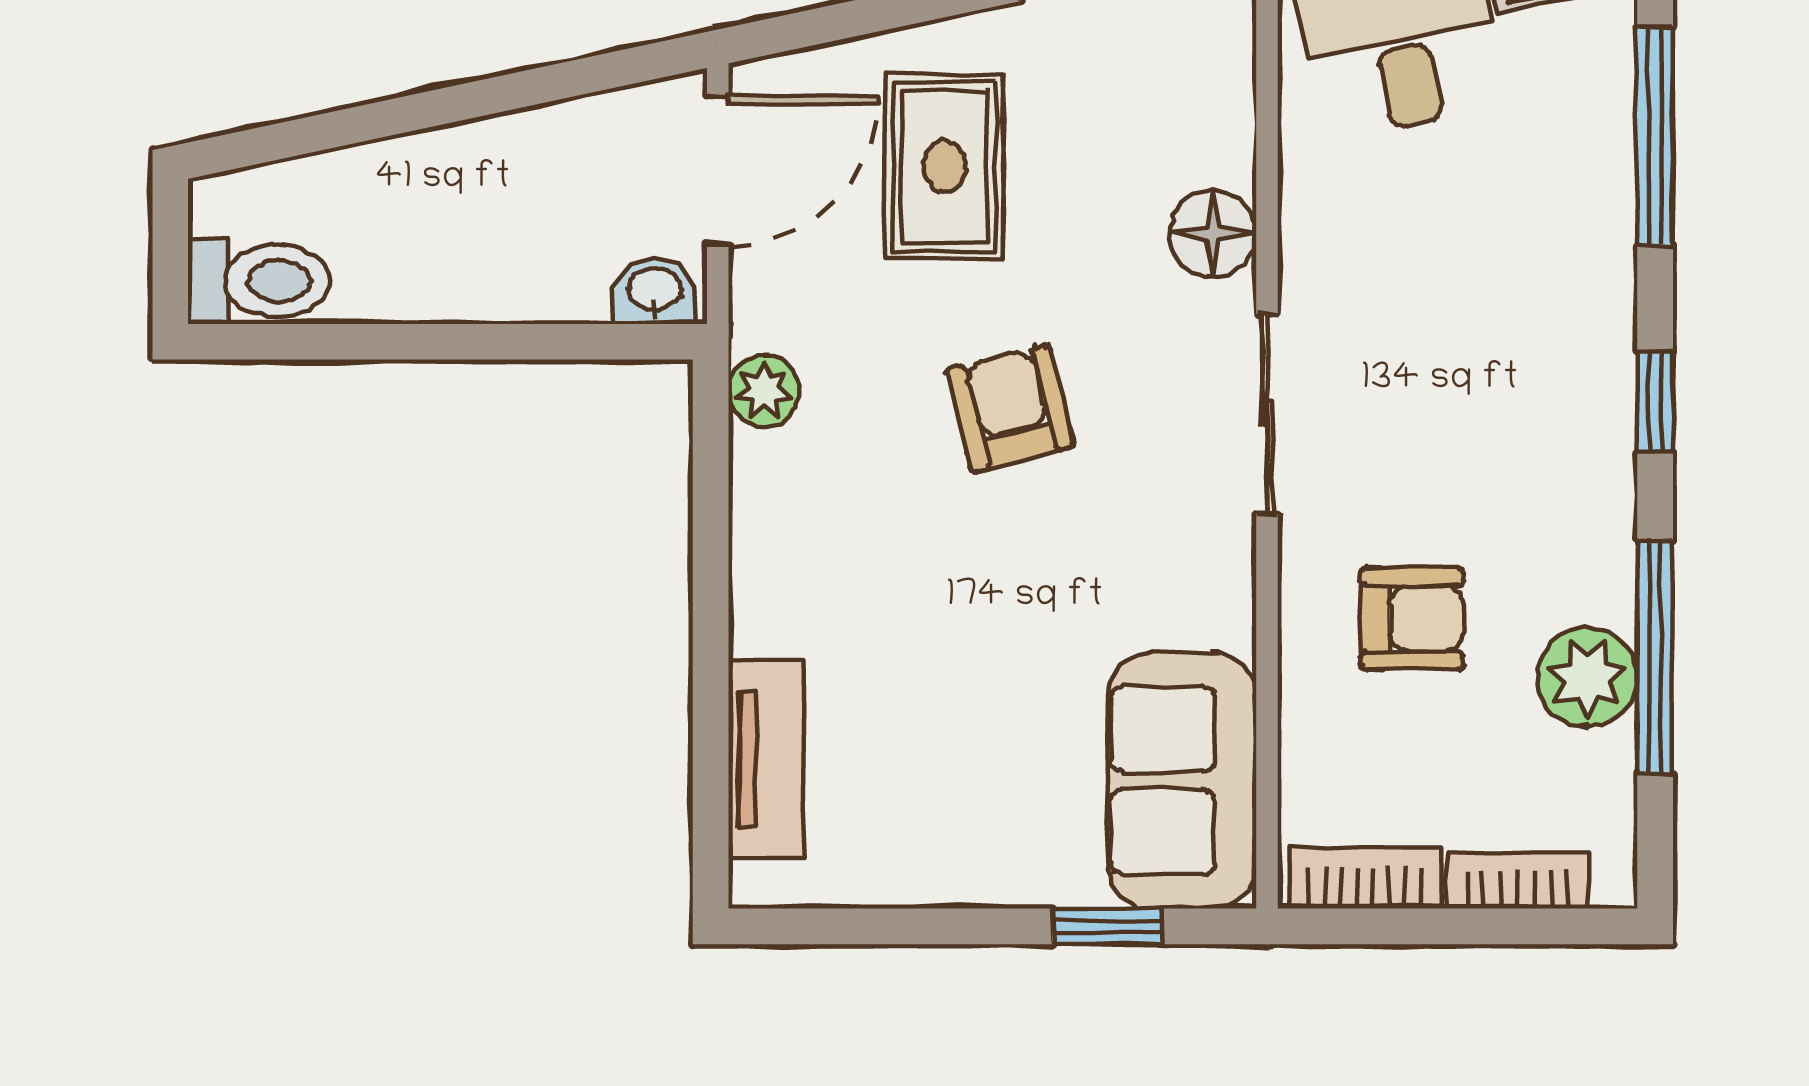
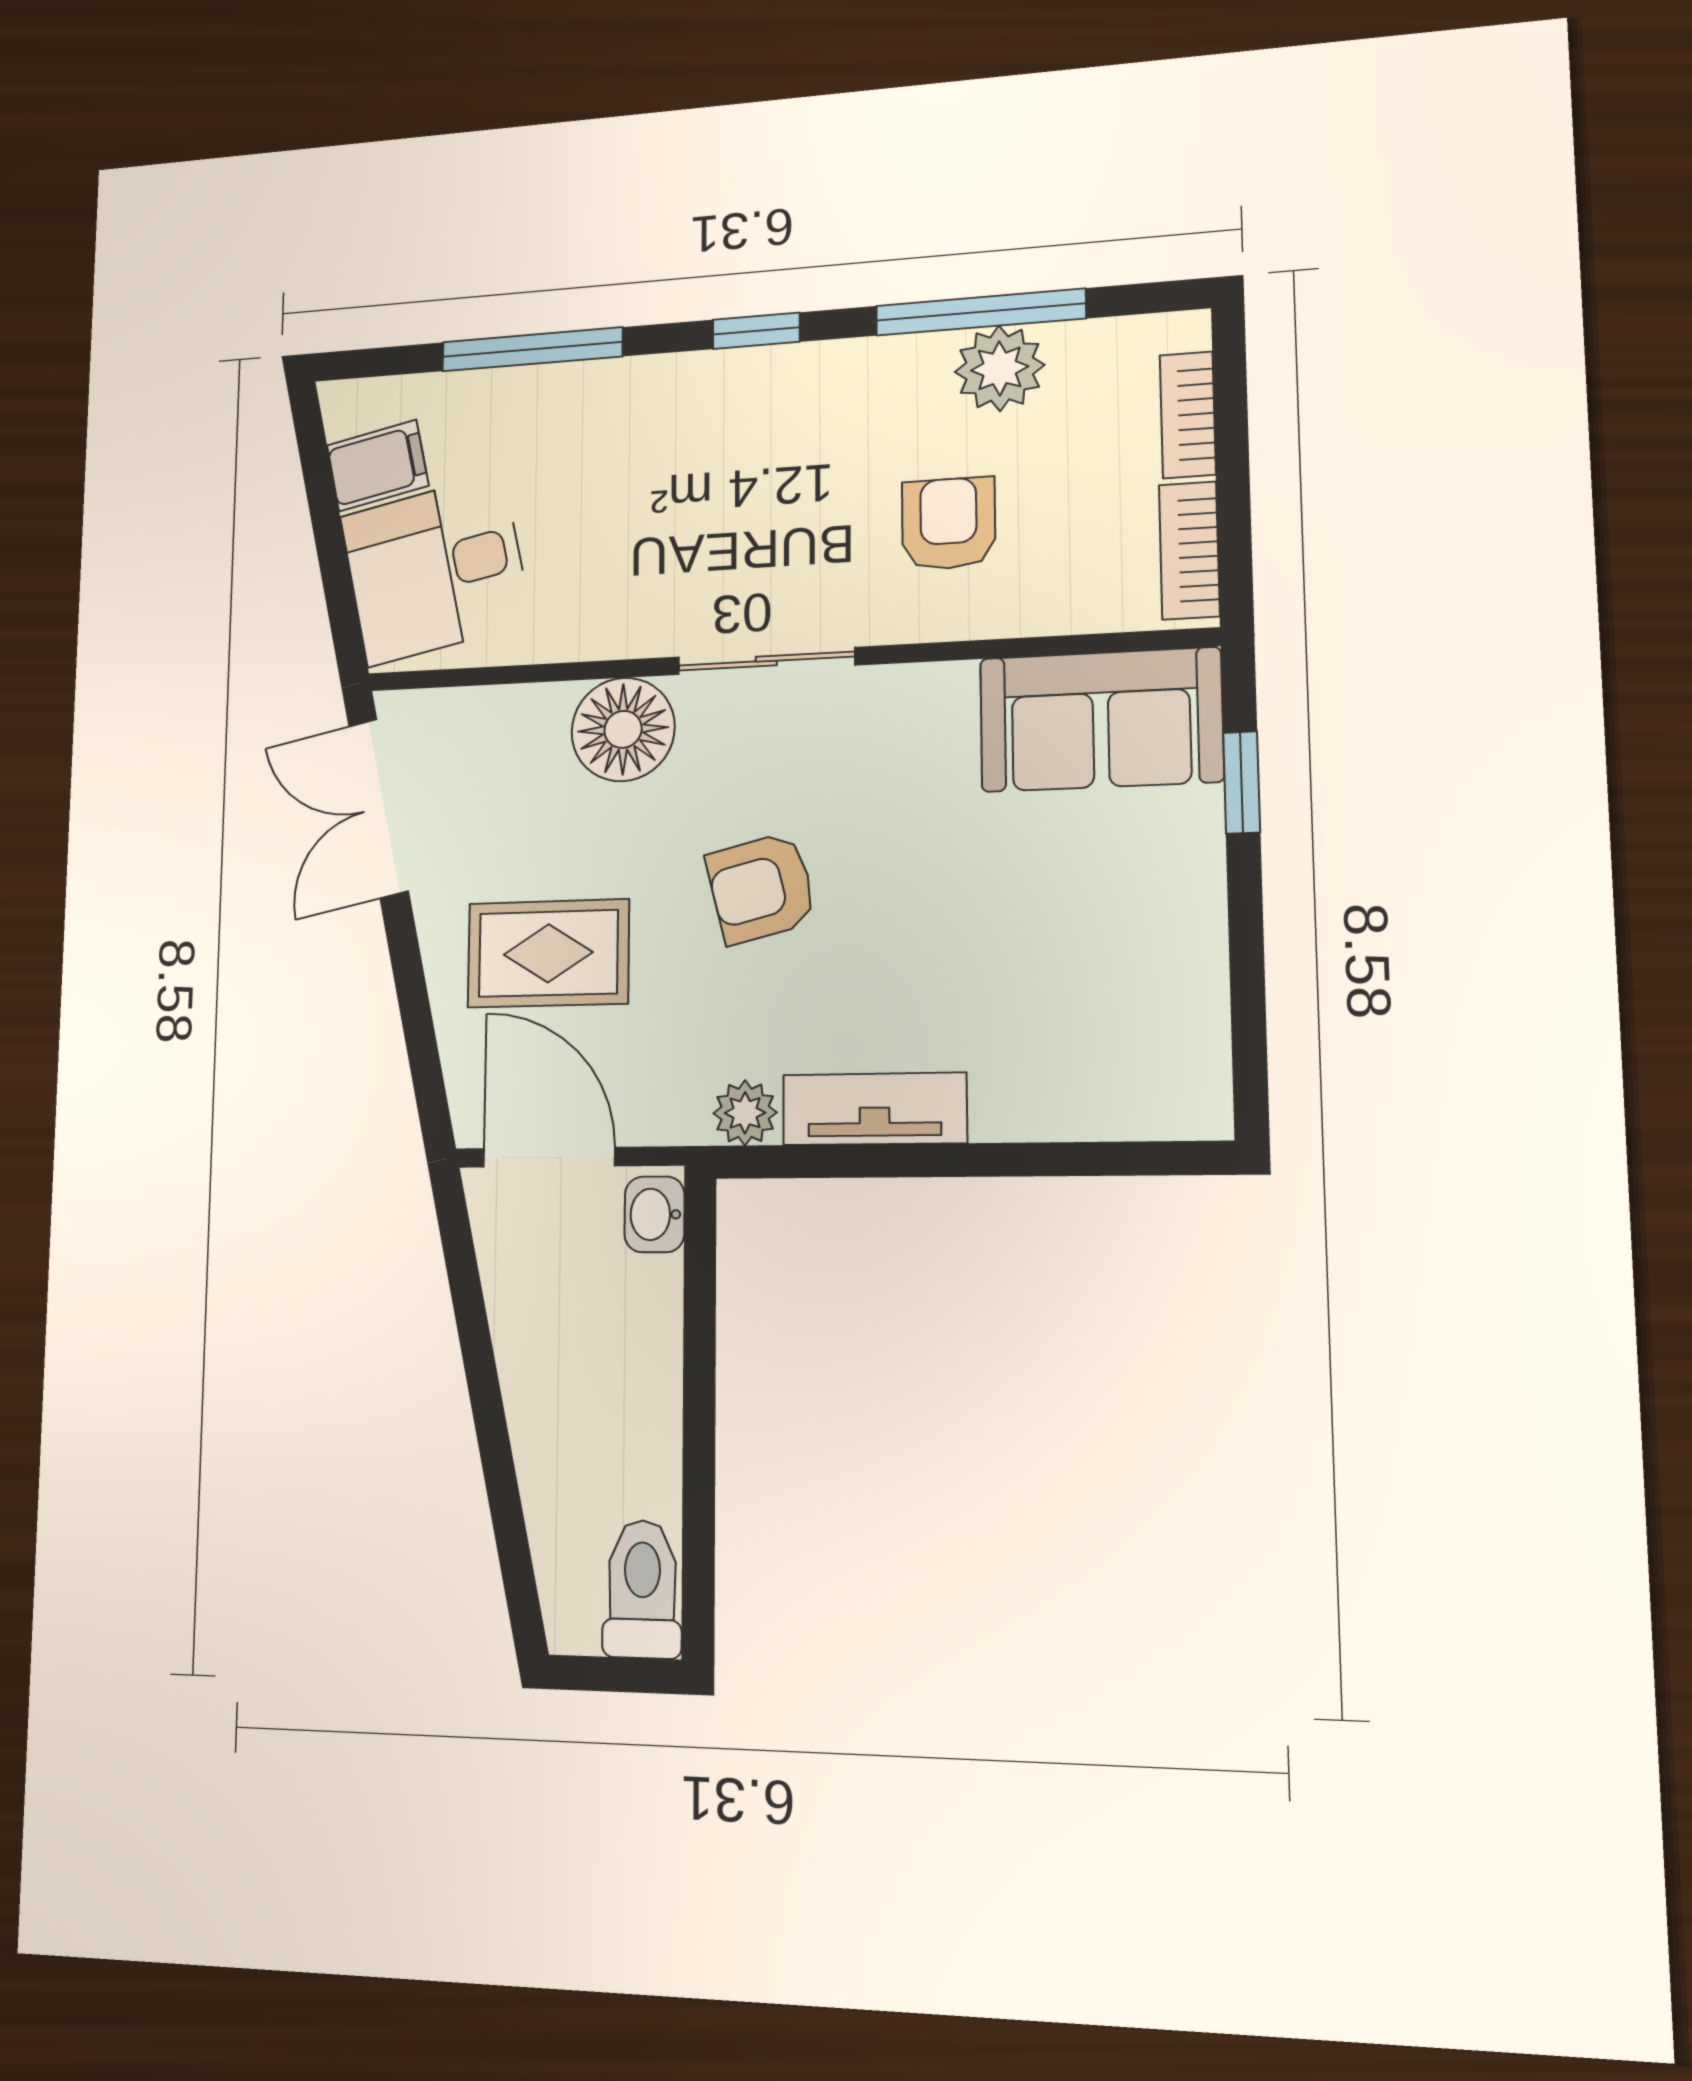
floor lamp: (1213, 234) -> (623, 729), width x1.38, depth x1.38
tv unit: (766, 759) -> (875, 1109), moved

